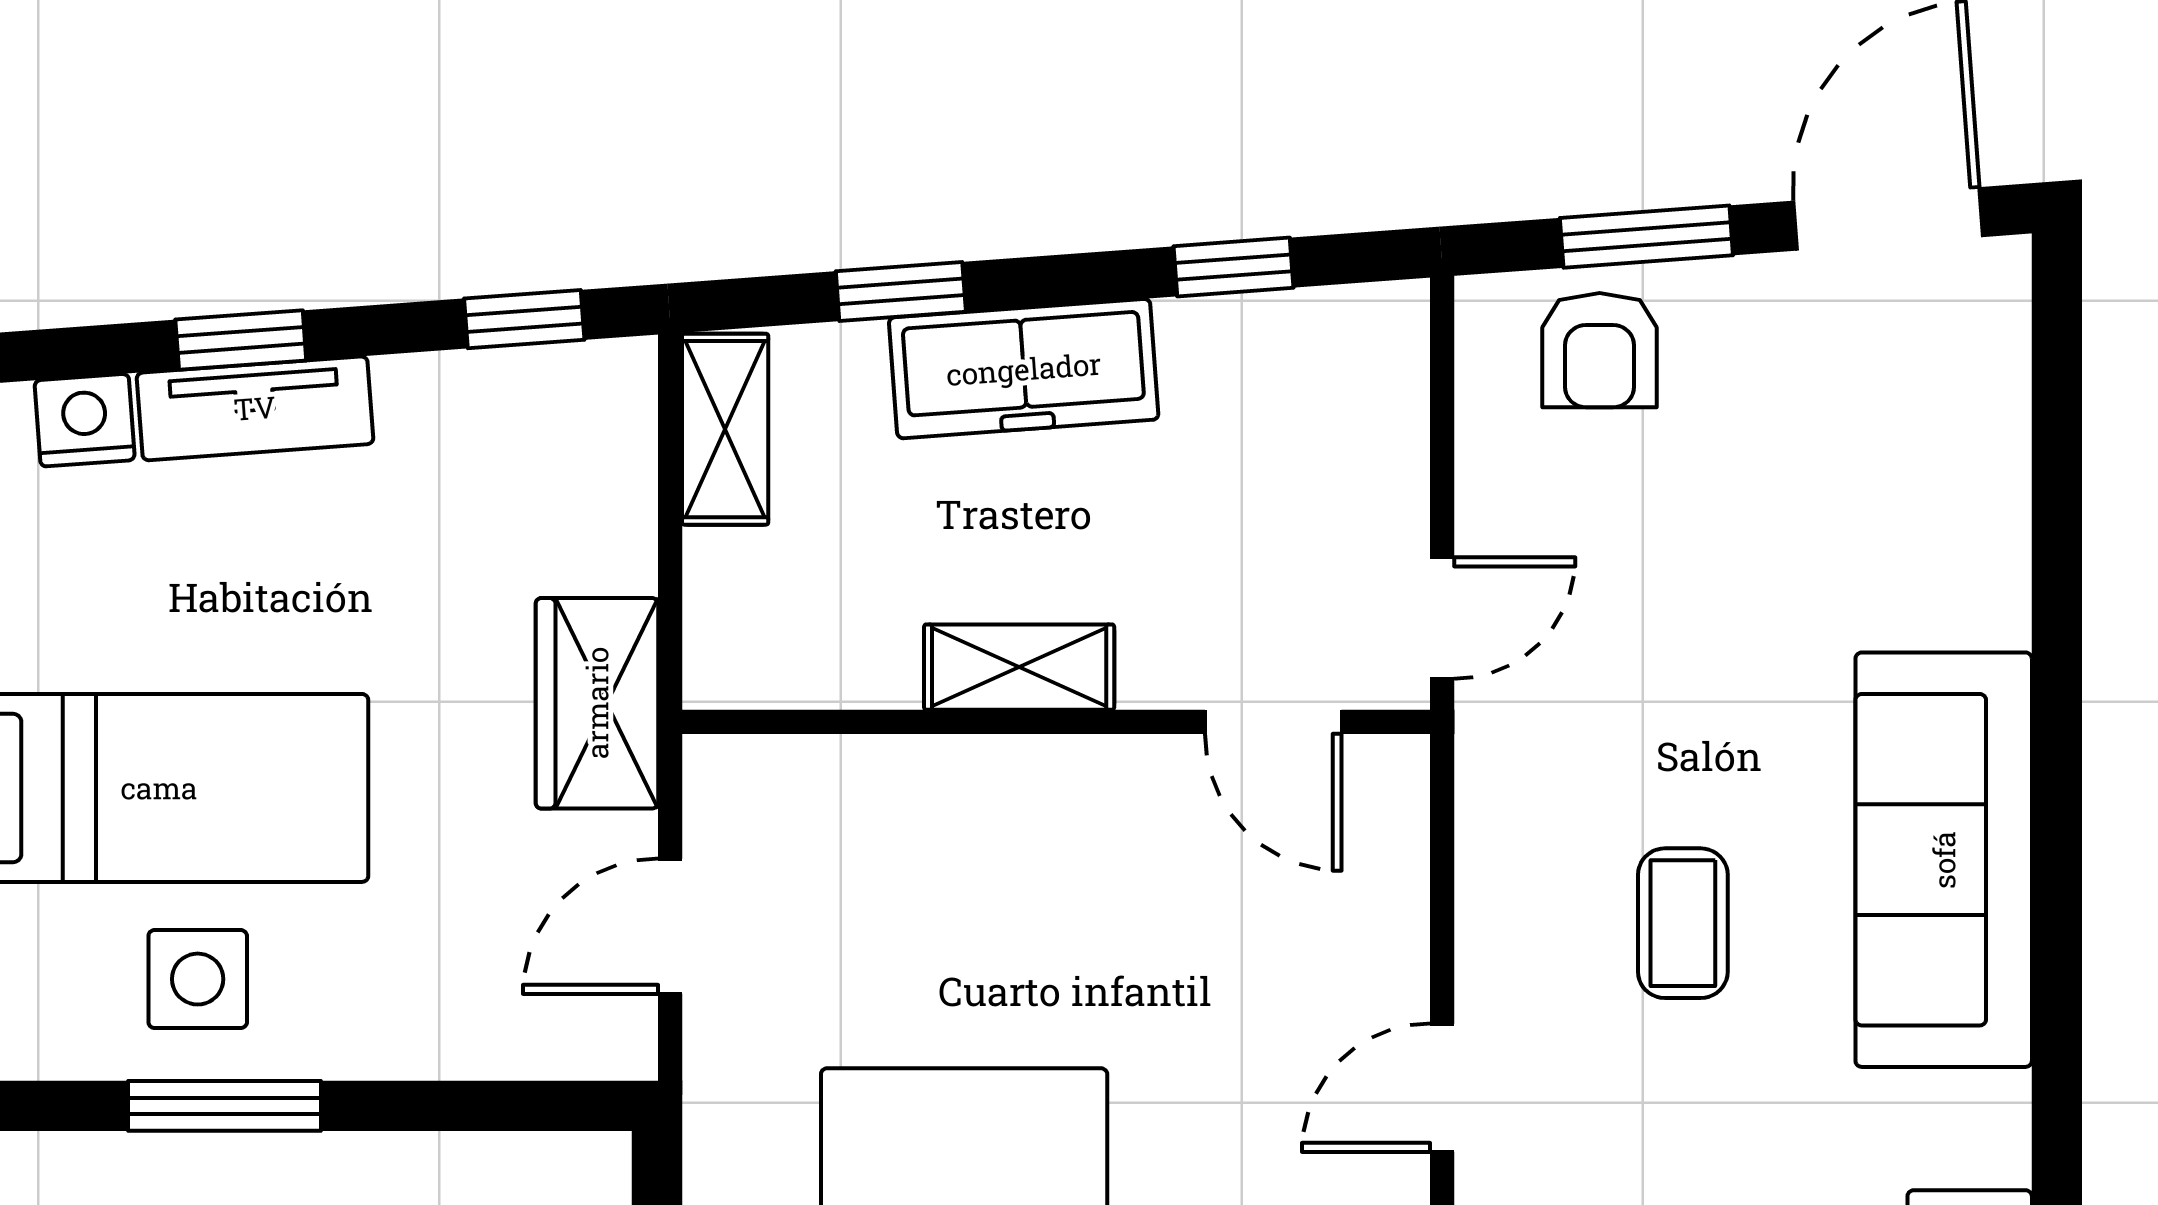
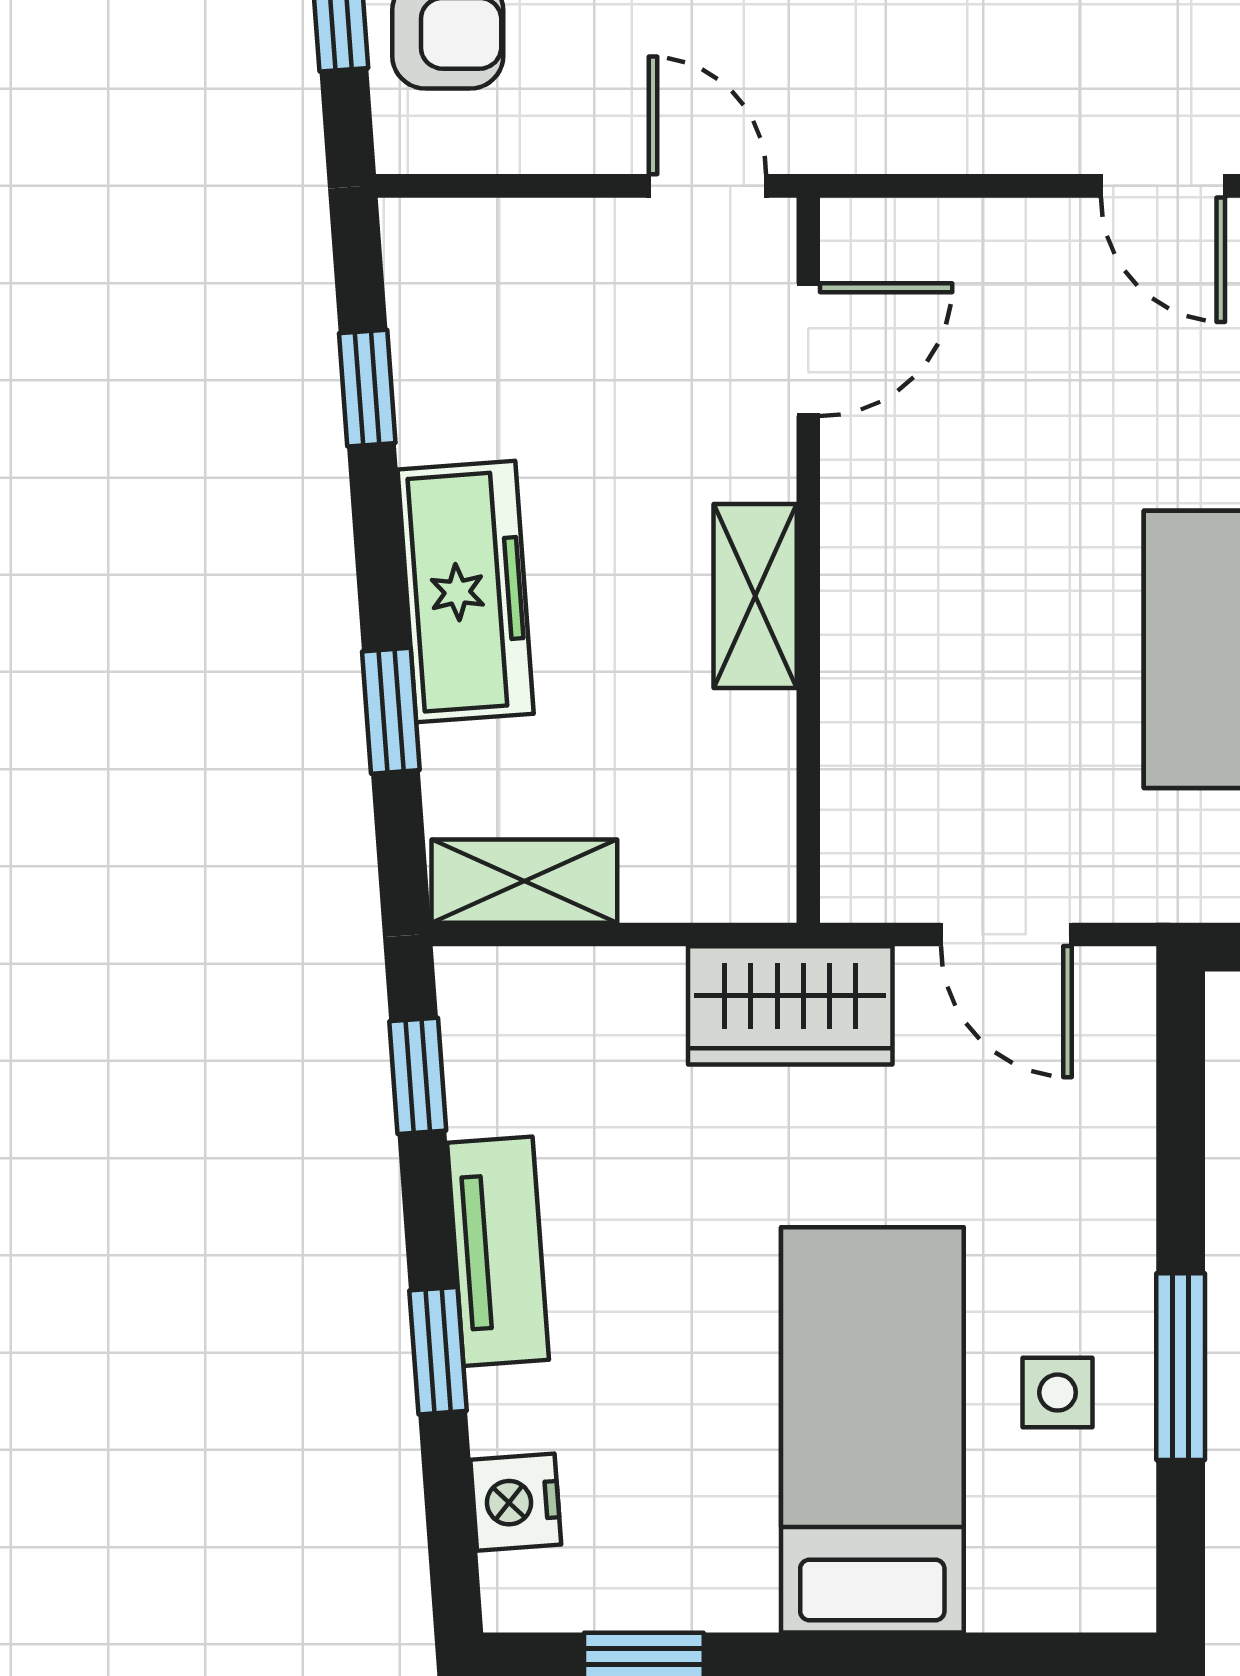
tv unit: (255, 408) -> (498, 1251), moved
side table: (198, 979) -> (1058, 1393), width x0.73, depth x0.73

